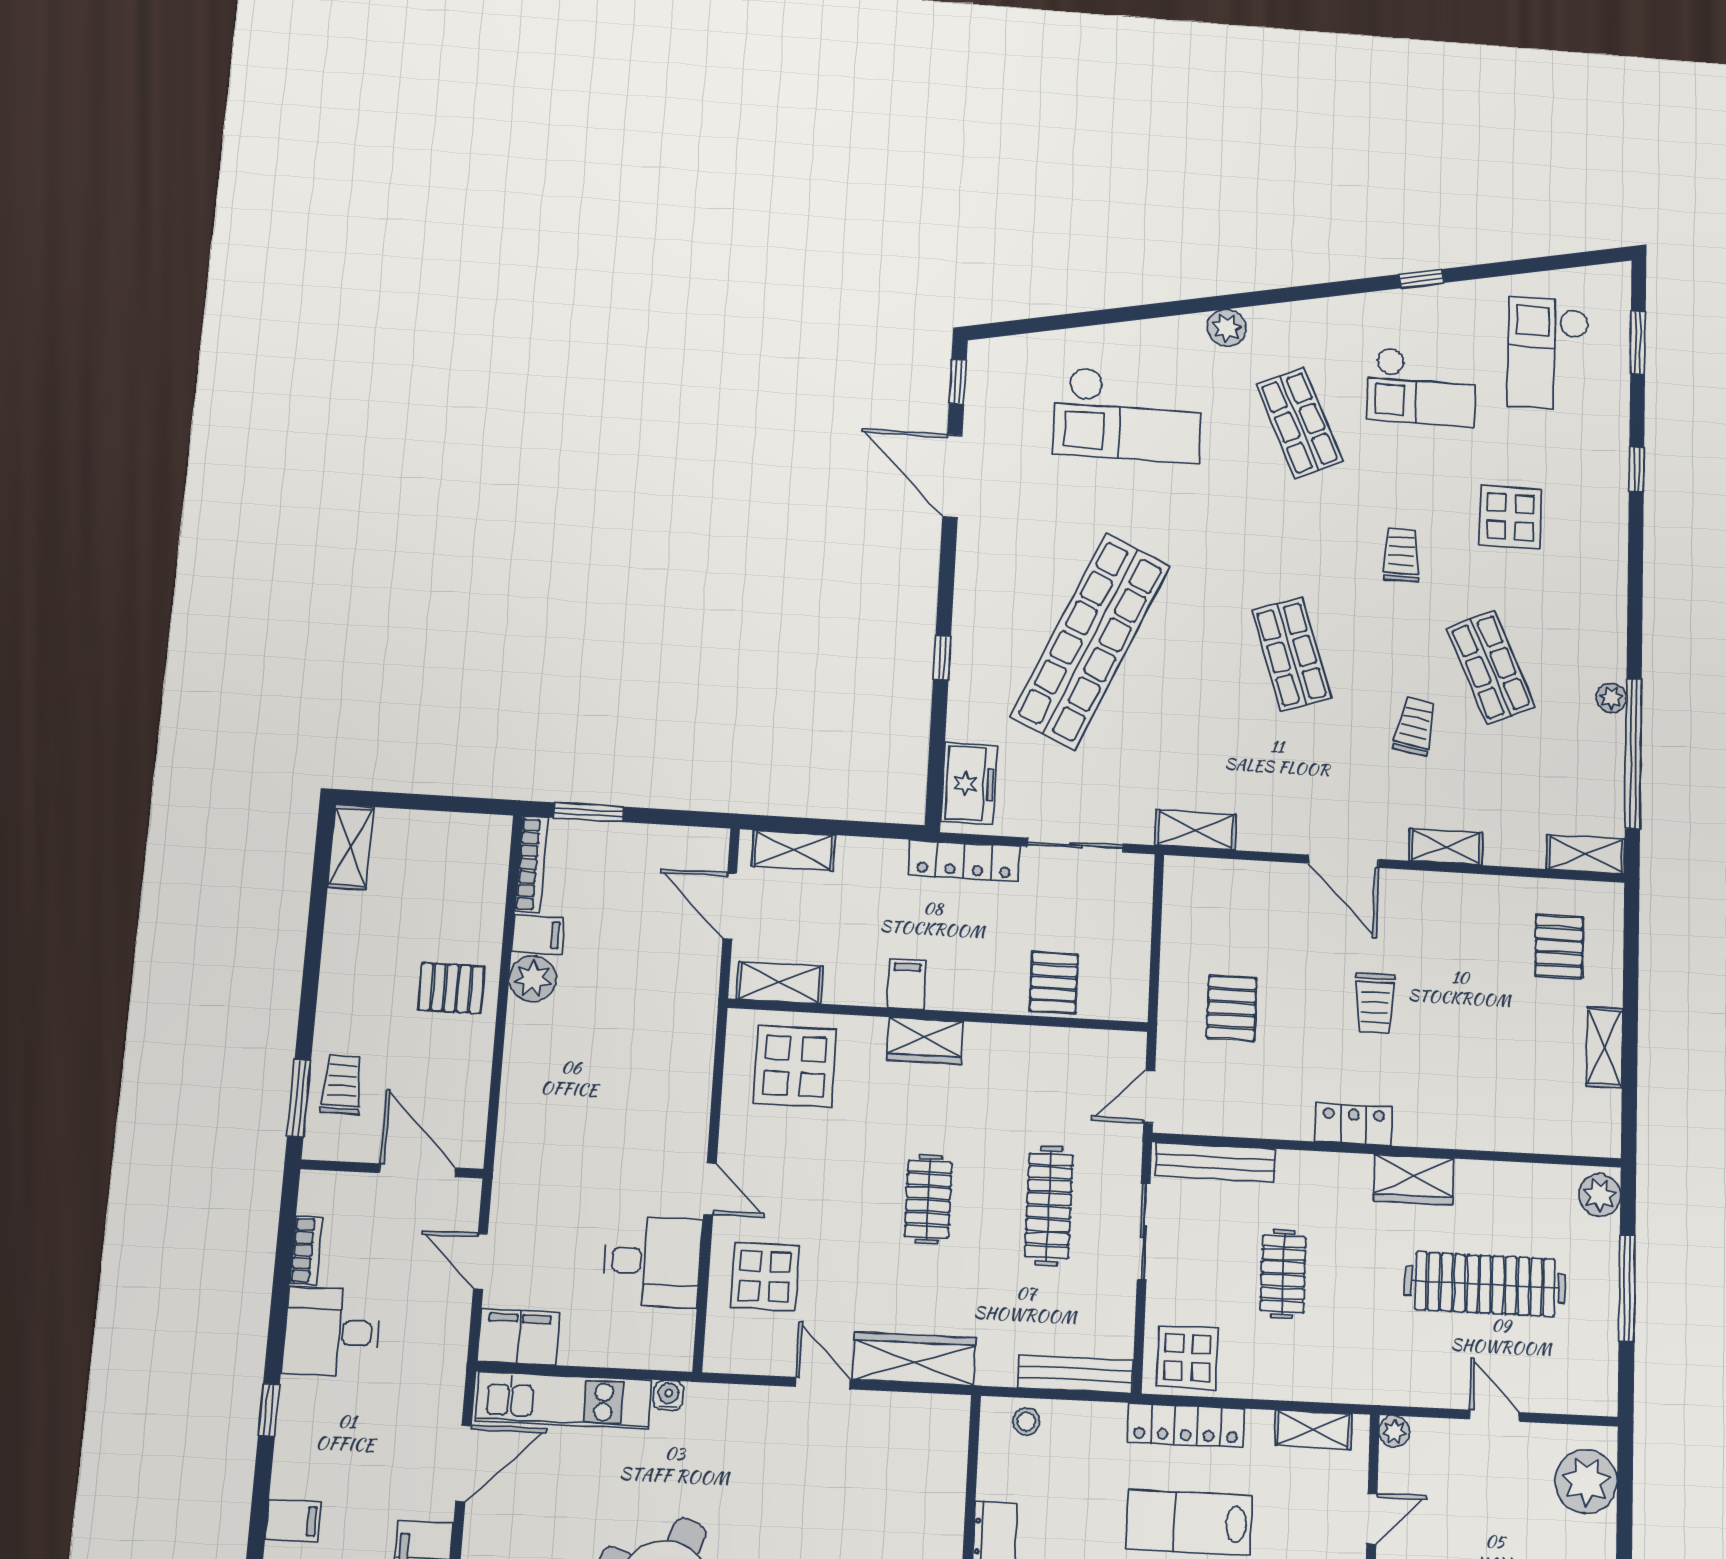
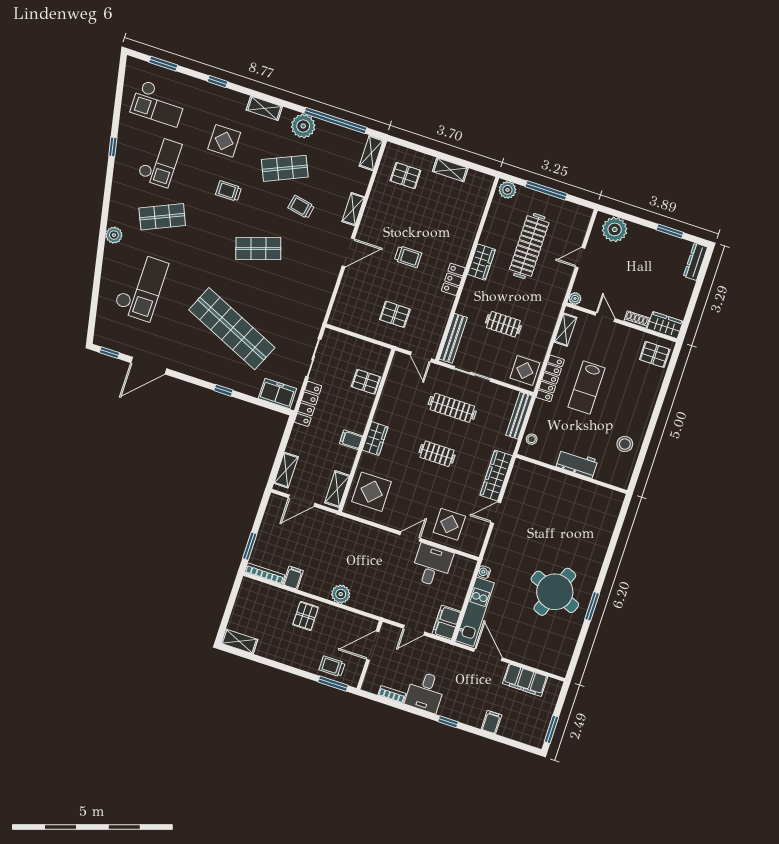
plant: (1611, 698) -> (303, 126), width x1.88, depth x1.88
shelving: (1196, 830) -> (264, 108), moved, turned 90
plant: (533, 979) -> (341, 594), moved

